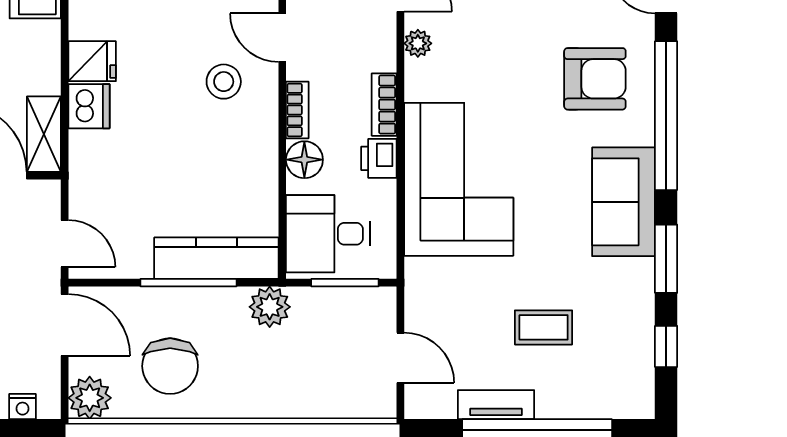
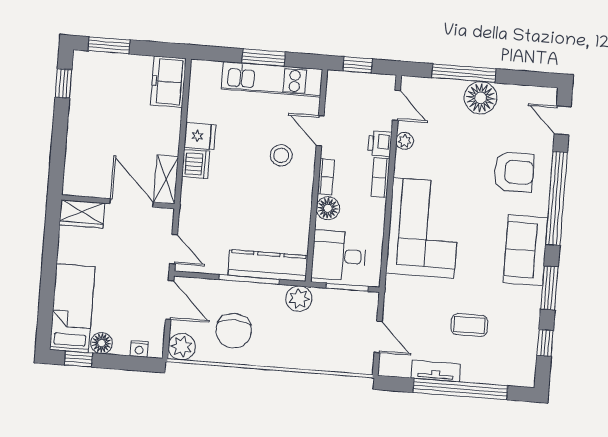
printer: (379, 158) -> (380, 144), moved

